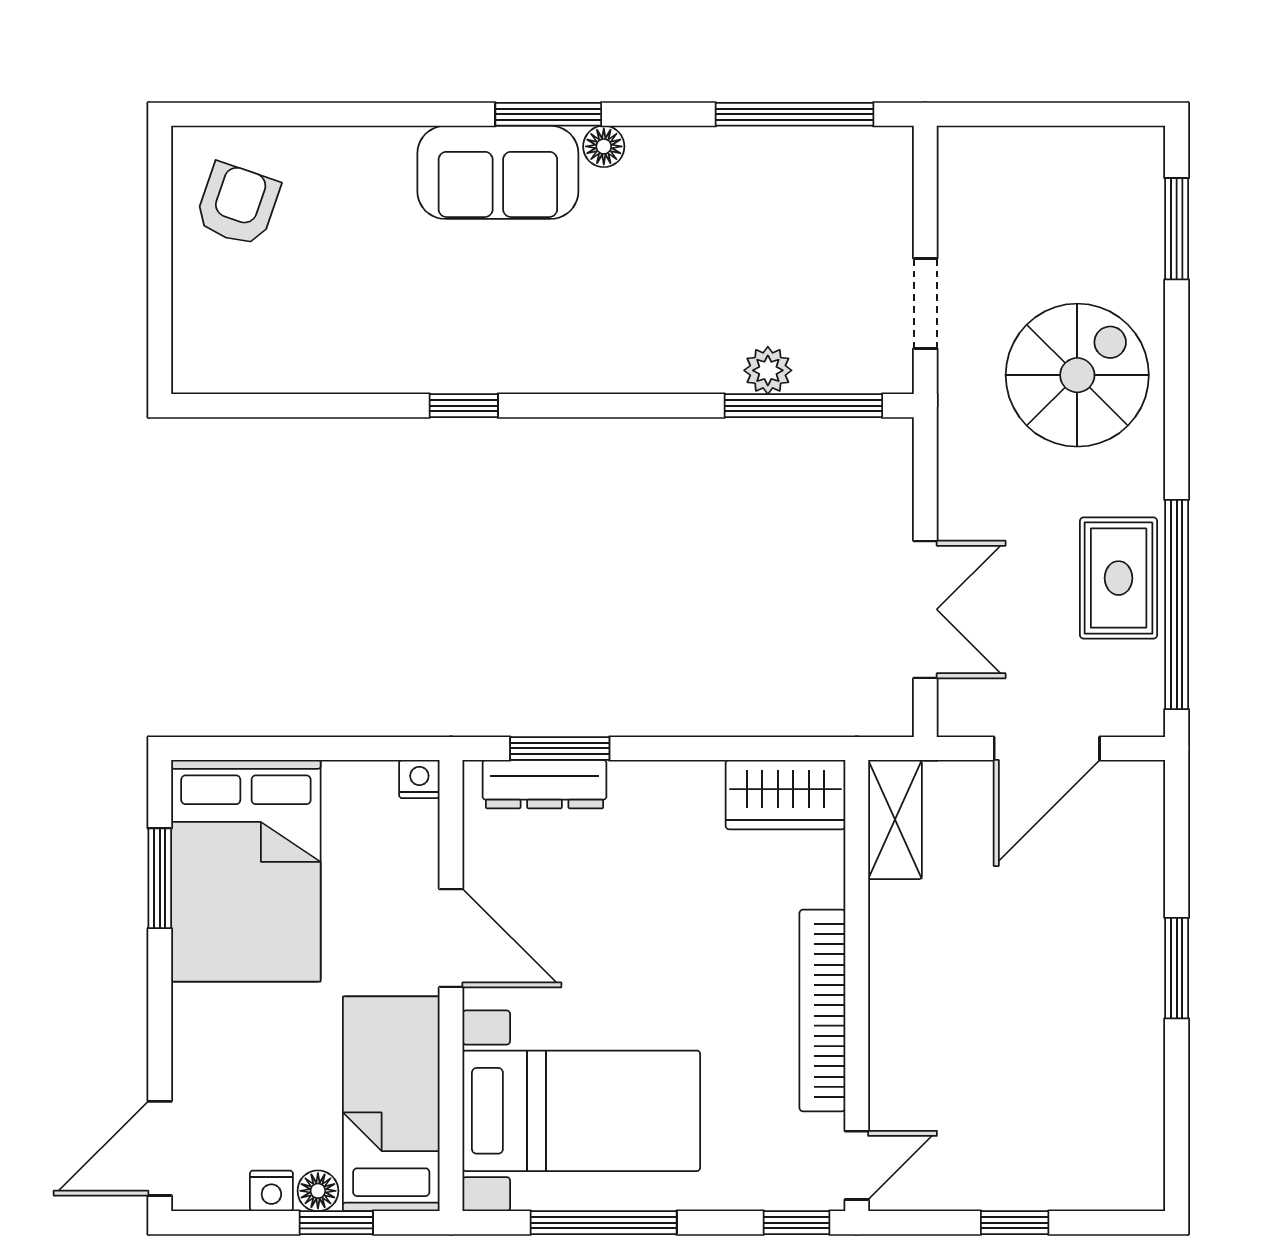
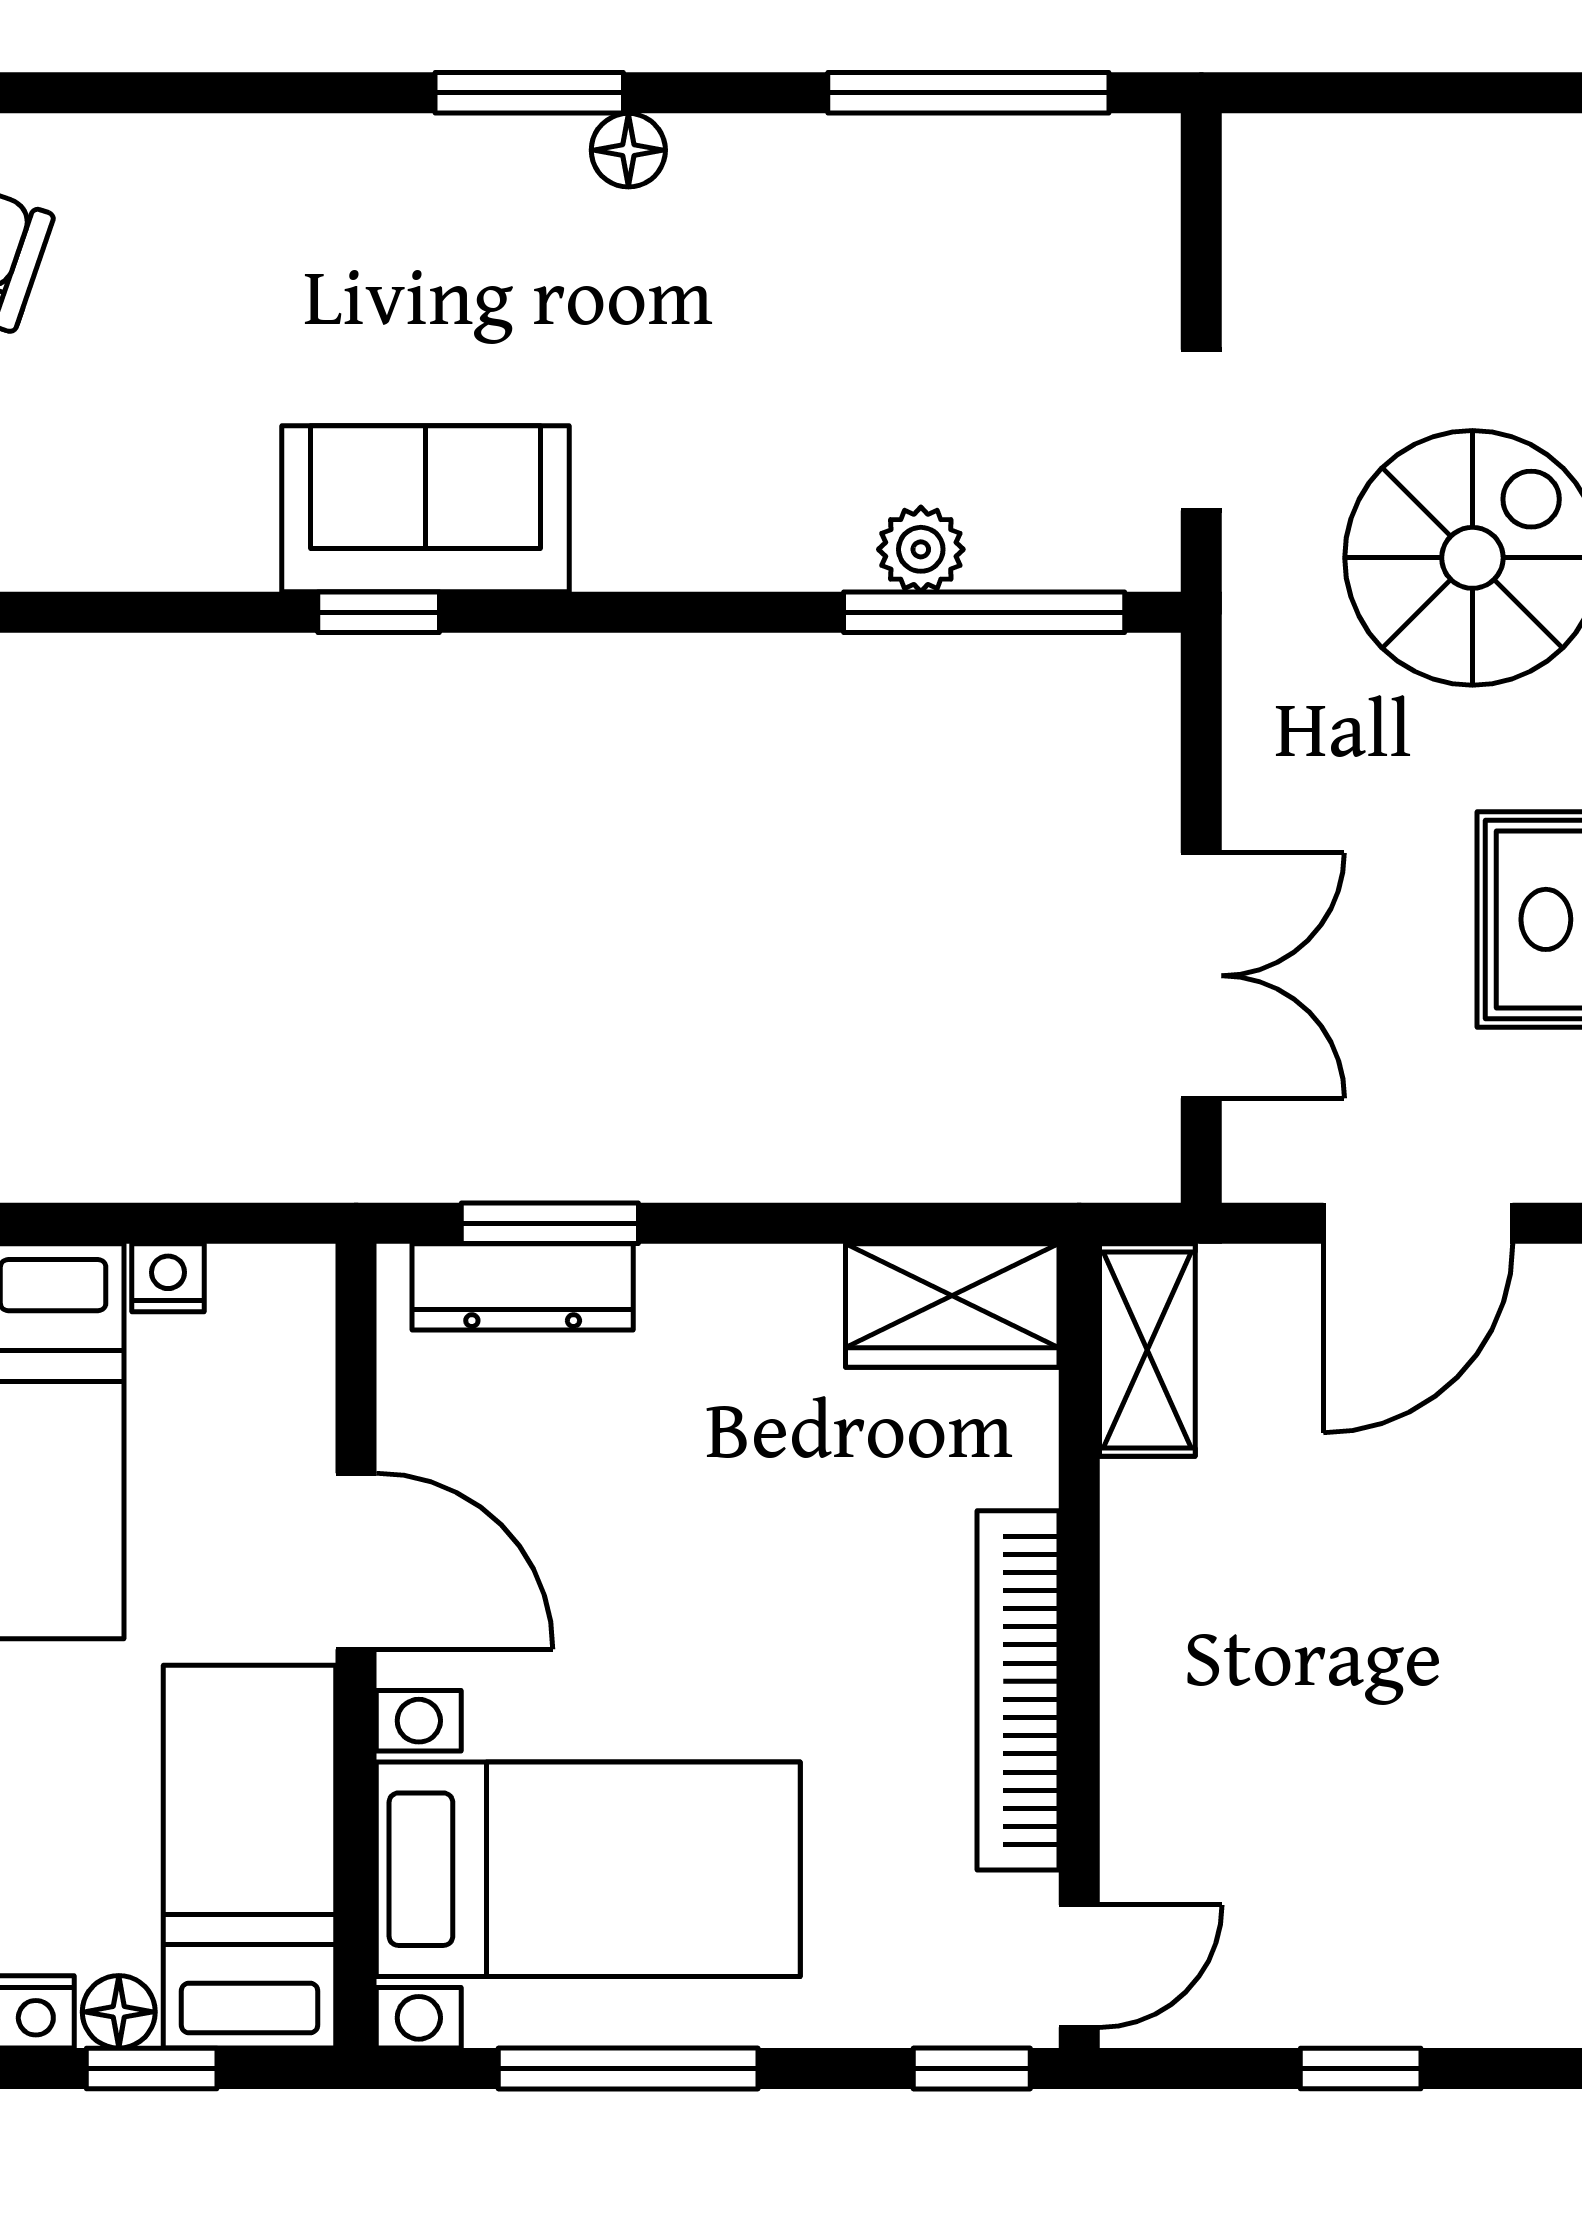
sofa: (498, 172) -> (425, 509), moved, turned 180
nightstand: (419, 779) -> (168, 1278), moved

